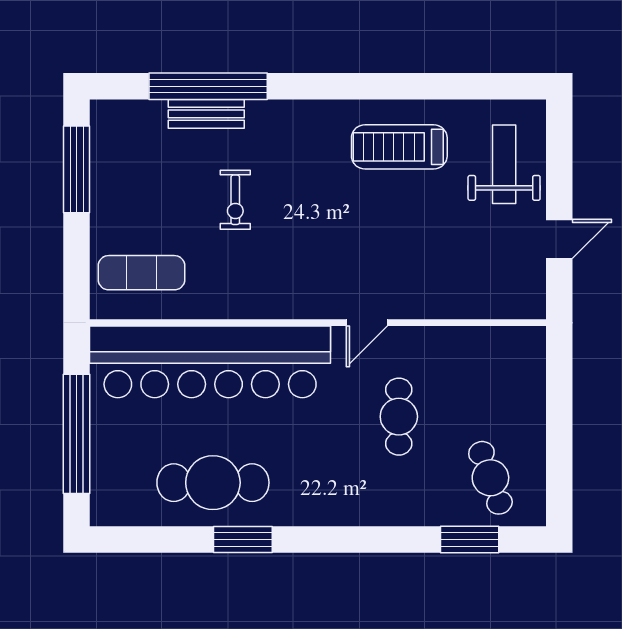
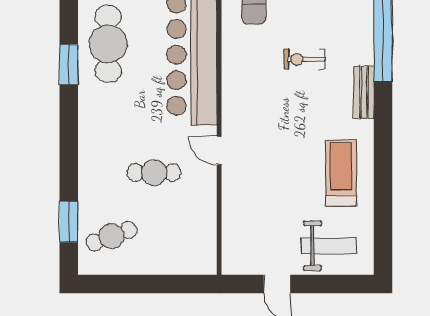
bench: (206, 114) -> (364, 92), moved

